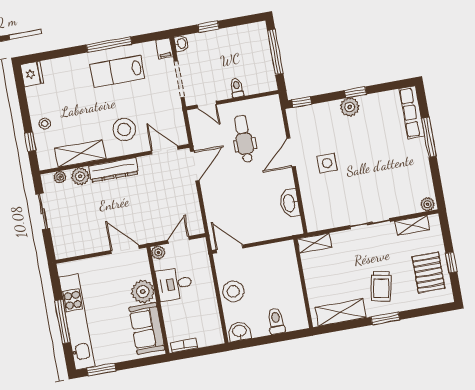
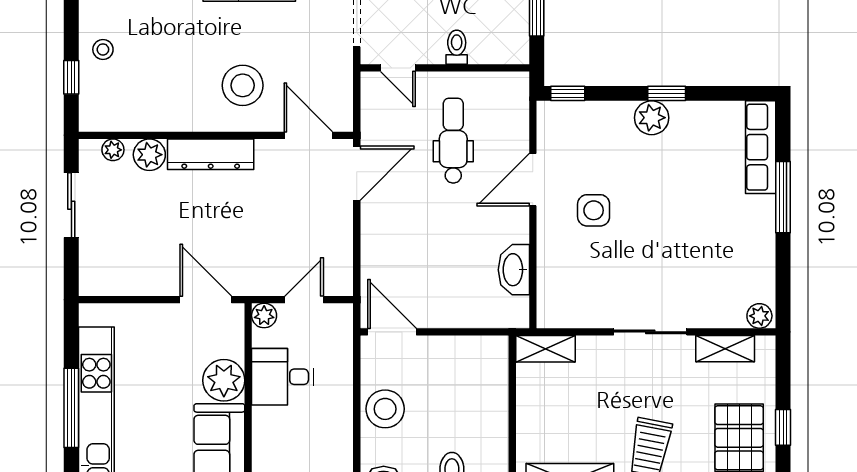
shelving: (80, 154) -> (157, 114), removed

